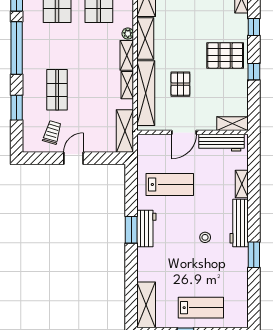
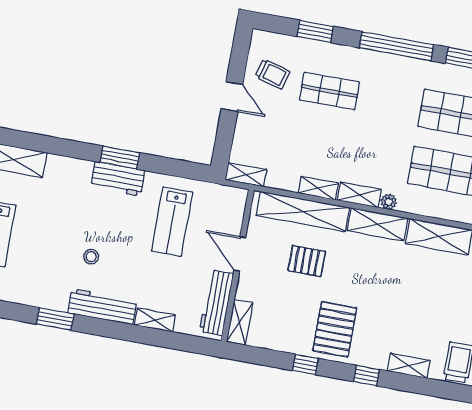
shelving: (125, 131) -> (246, 175), width x0.67, depth x0.75

